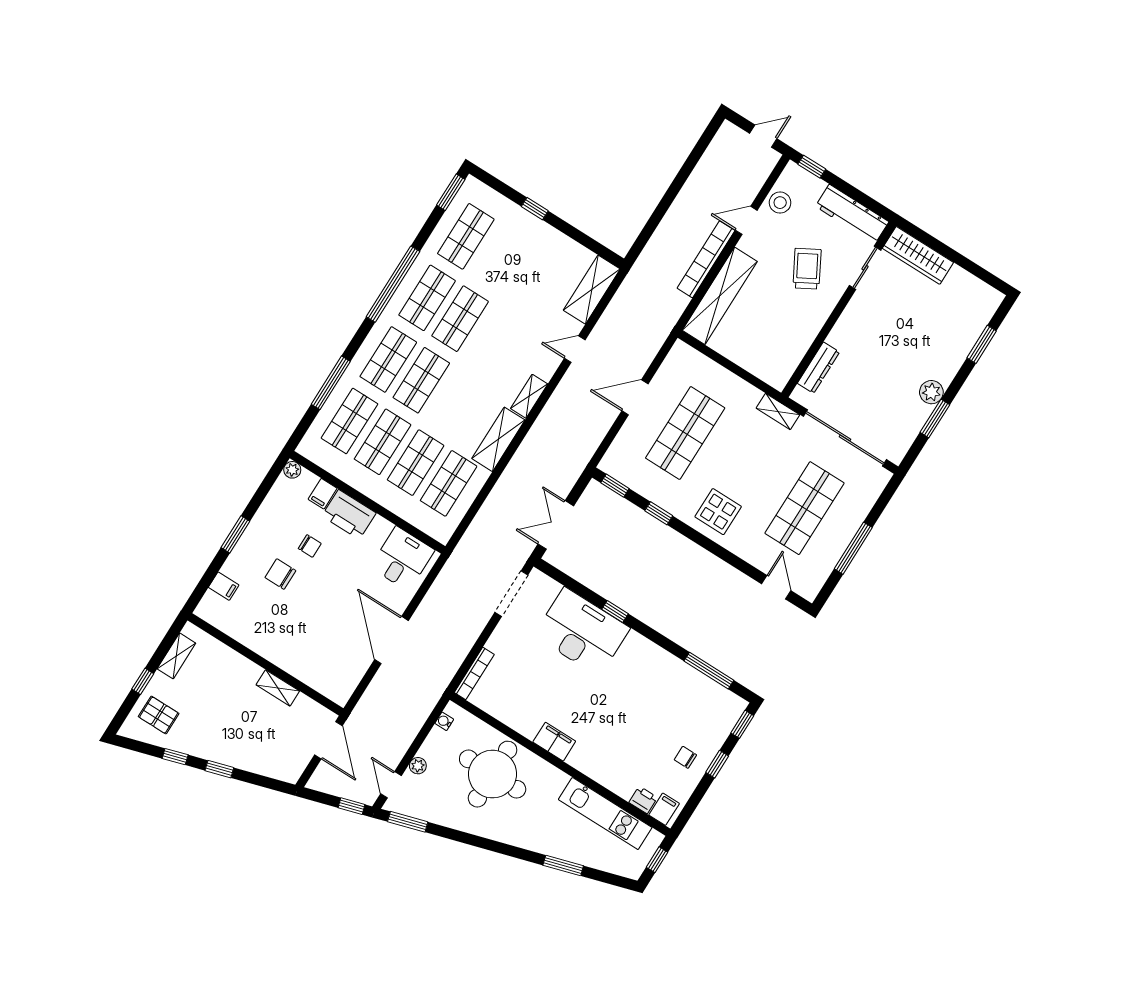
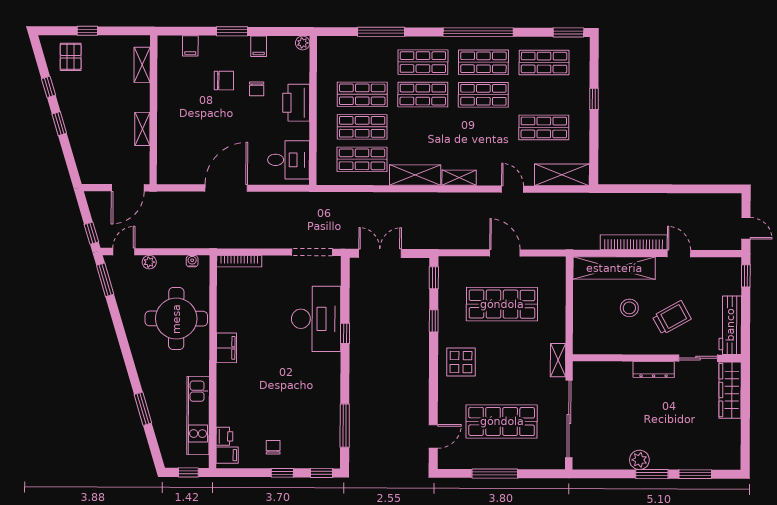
stool: (780, 203) -> (629, 308), moved
dresser: (818, 368) -> (654, 370), moved
window: (935, 419) -> (652, 474), moved
shop shelf: (350, 421) -> (544, 127), moved
filing cabinet: (323, 494) -> (259, 46), moved, turned -90
chair: (280, 574) -> (224, 81), turned 90
shelving: (176, 656) -> (142, 65), moved, turned 90

